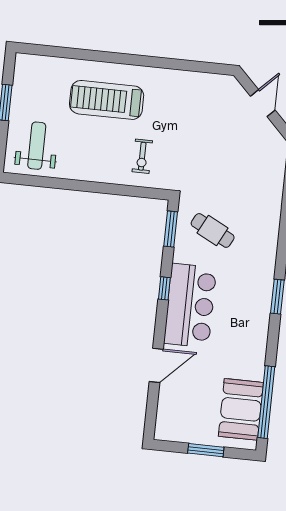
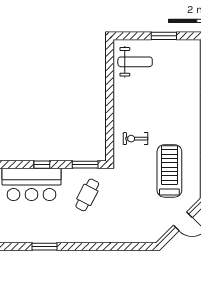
treadmill: (107, 100) -> (169, 171), moved

